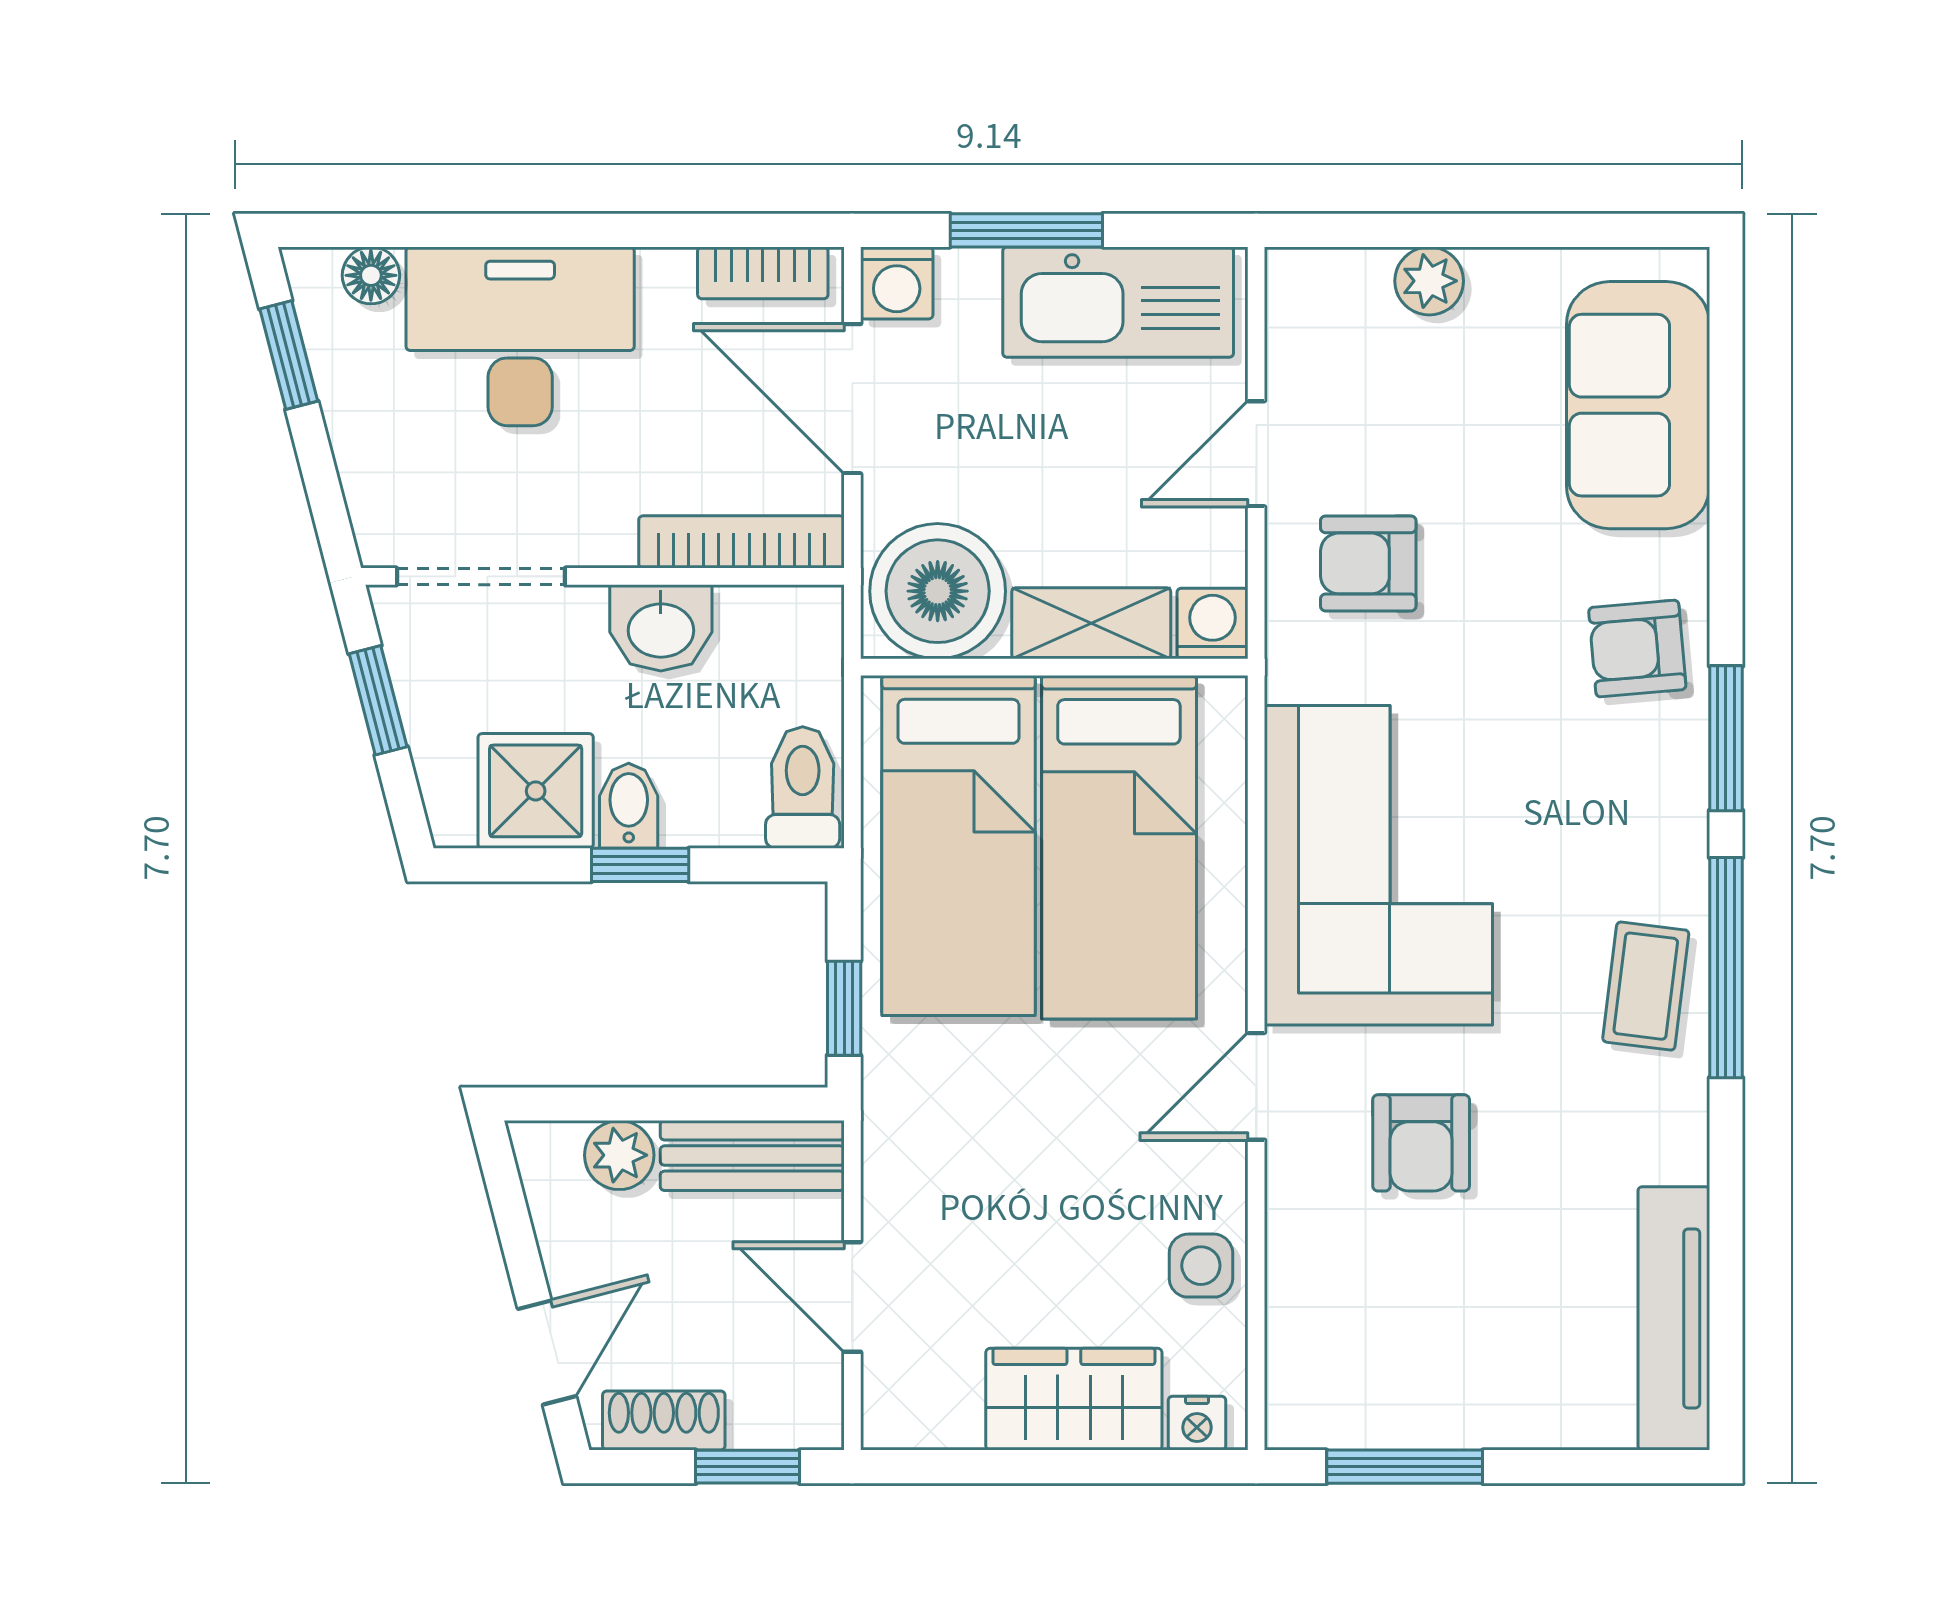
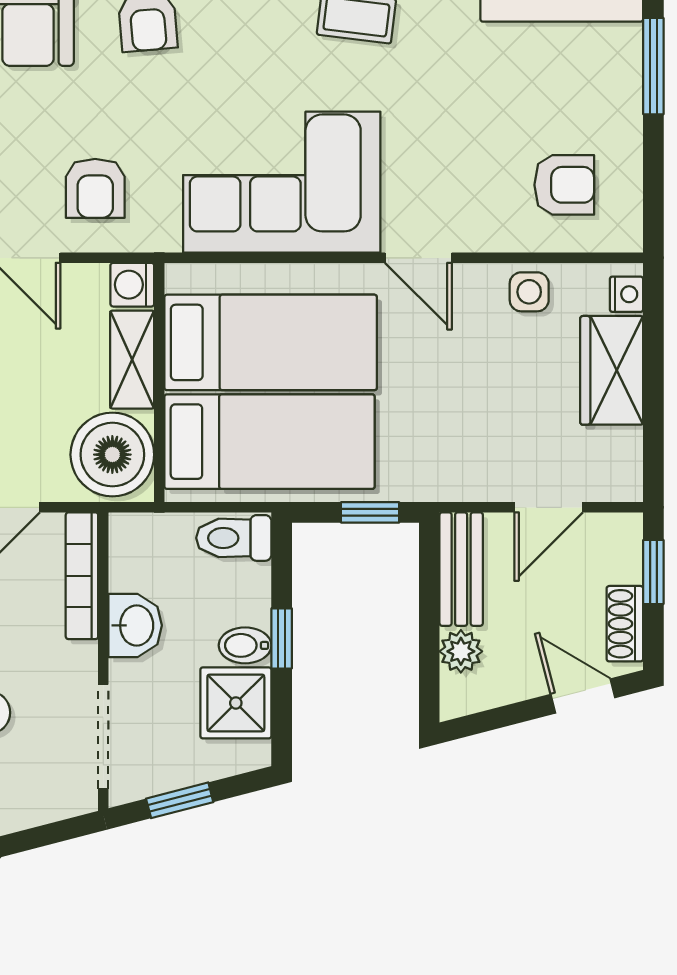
armchair: (1421, 1143) -> (564, 185), moved
window: (1405, 1467) -> (653, 66), moved

